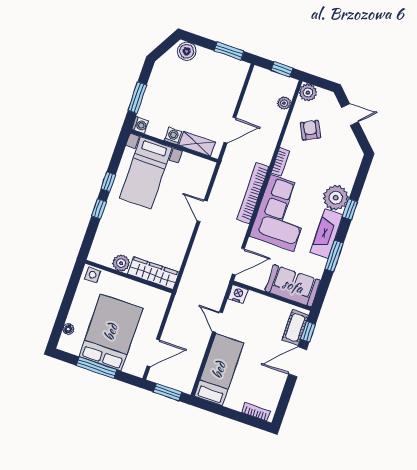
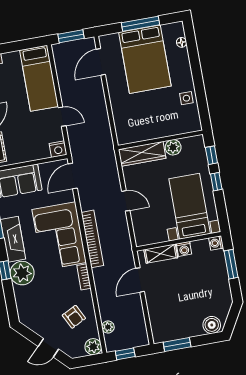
plant: (121, 263) -> (173, 147), moved
wardrobe: (153, 273) -> (142, 154), moved
wall: (129, 277) -> (160, 140), moved

